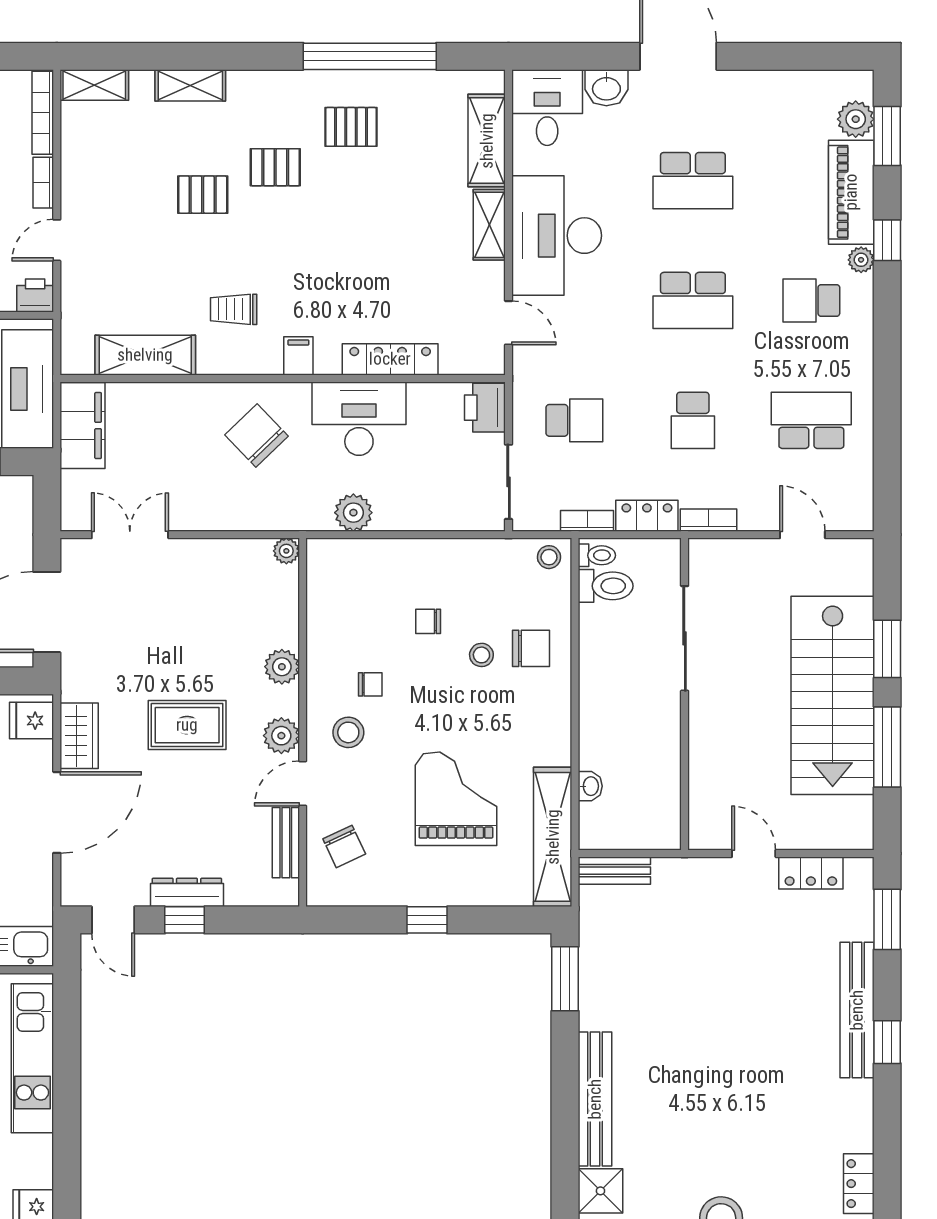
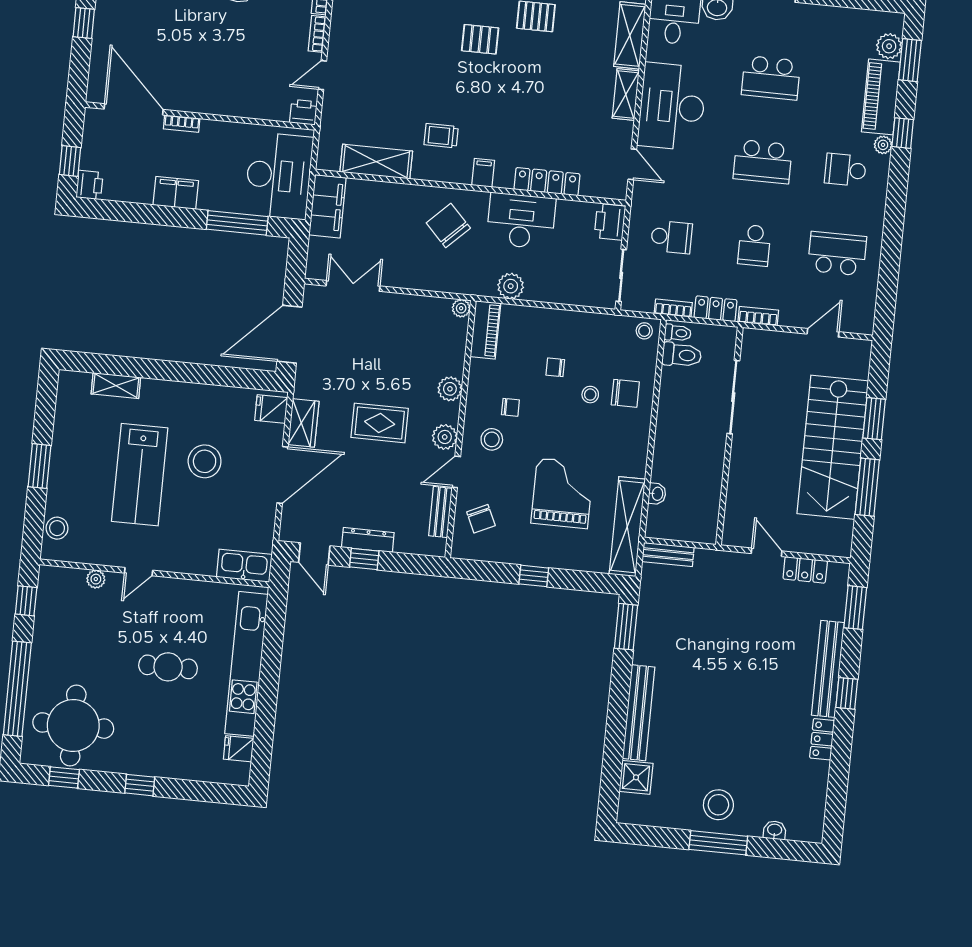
pallet: (203, 195) -> (427, 53), removed
door: (802, 535) -> (823, 333), hinge flipped
piano: (324, 578) -> (485, 330), added
kitchen unit: (32, 1058) -> (246, 664), width x1.36
locker: (859, 1184) -> (822, 739), moved

